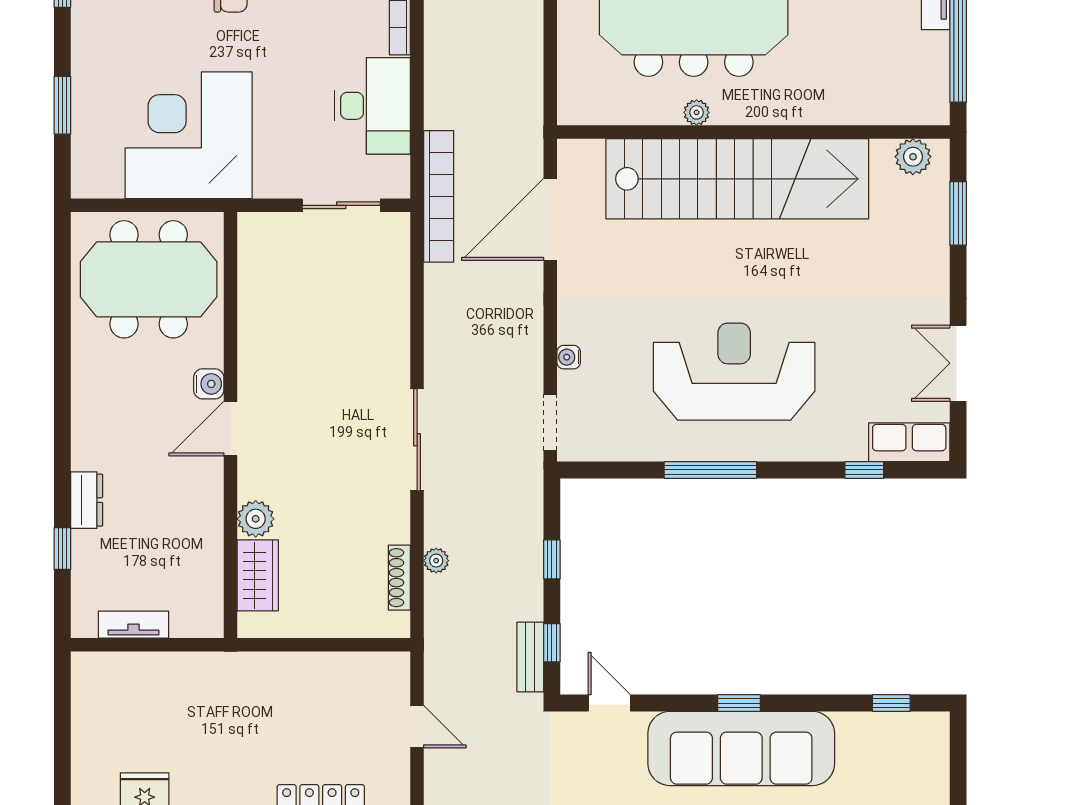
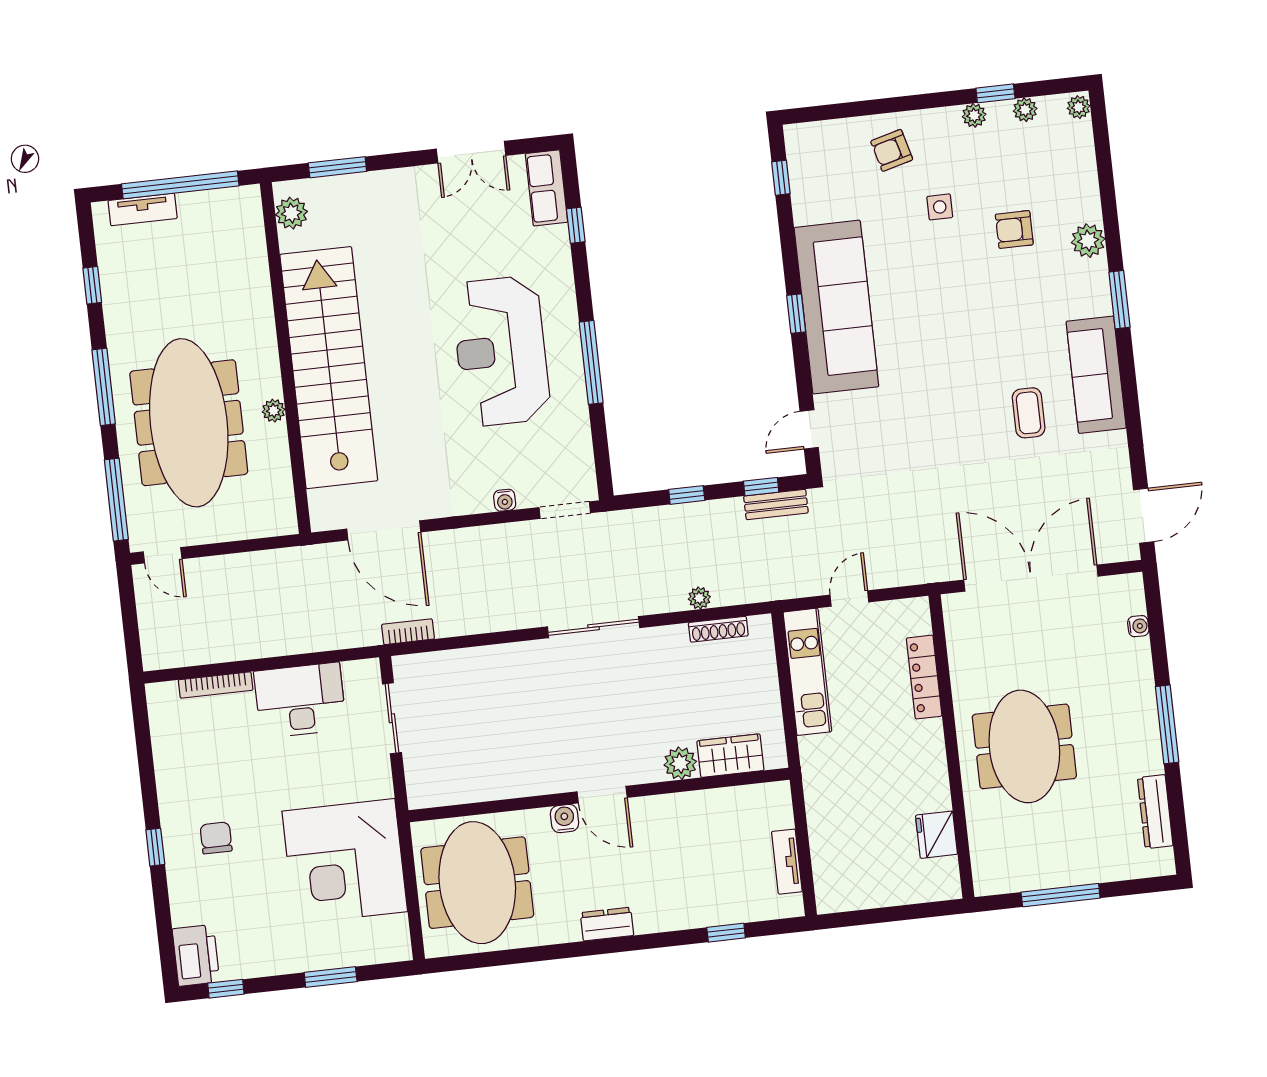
bookcase: (439, 196) -> (408, 632), width x0.43, depth x0.76
dresser: (87, 500) -> (607, 924), moved
kitchen unit: (341, 671) -> (807, 672), added

